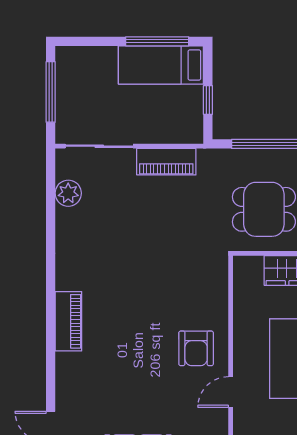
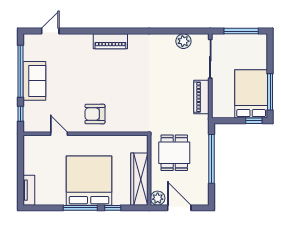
bed: (161, 65) -> (251, 94), width x1.50
window: (208, 100) -> (254, 121), moved
door: (231, 392) -> (59, 134), moved

